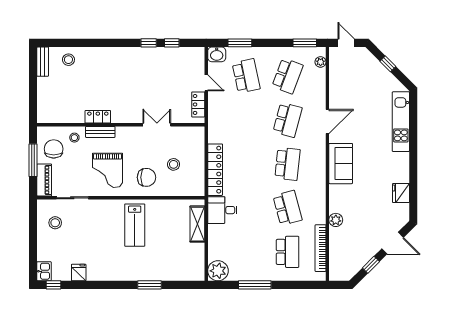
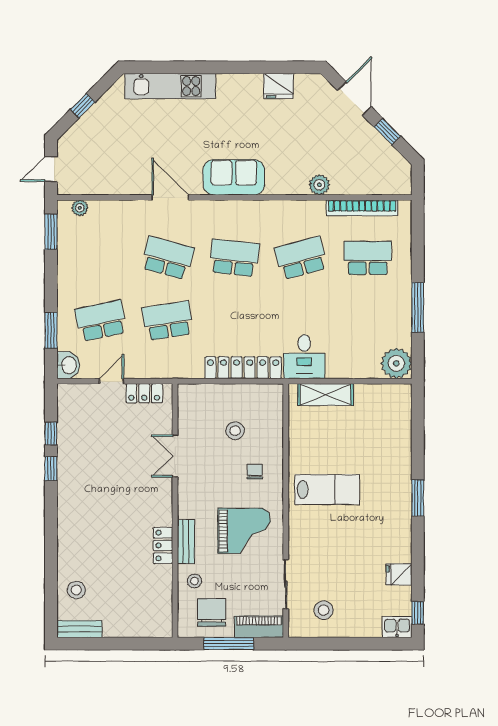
school desk: (288, 76) -> (168, 321), moved, turned -30
chair: (54, 149) -> (212, 612), turned 90
chair: (147, 177) -> (255, 472), width x0.54, depth x0.54
window: (149, 285) -> (418, 498), moved

